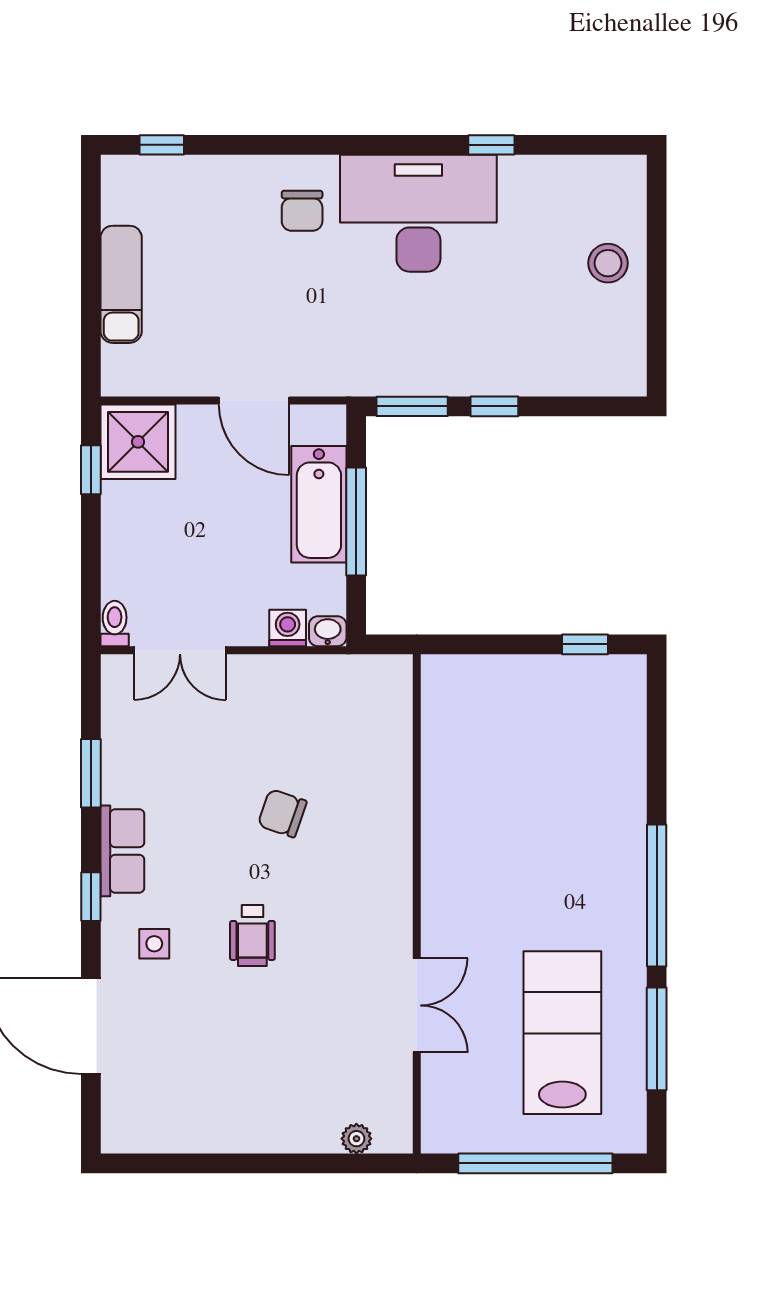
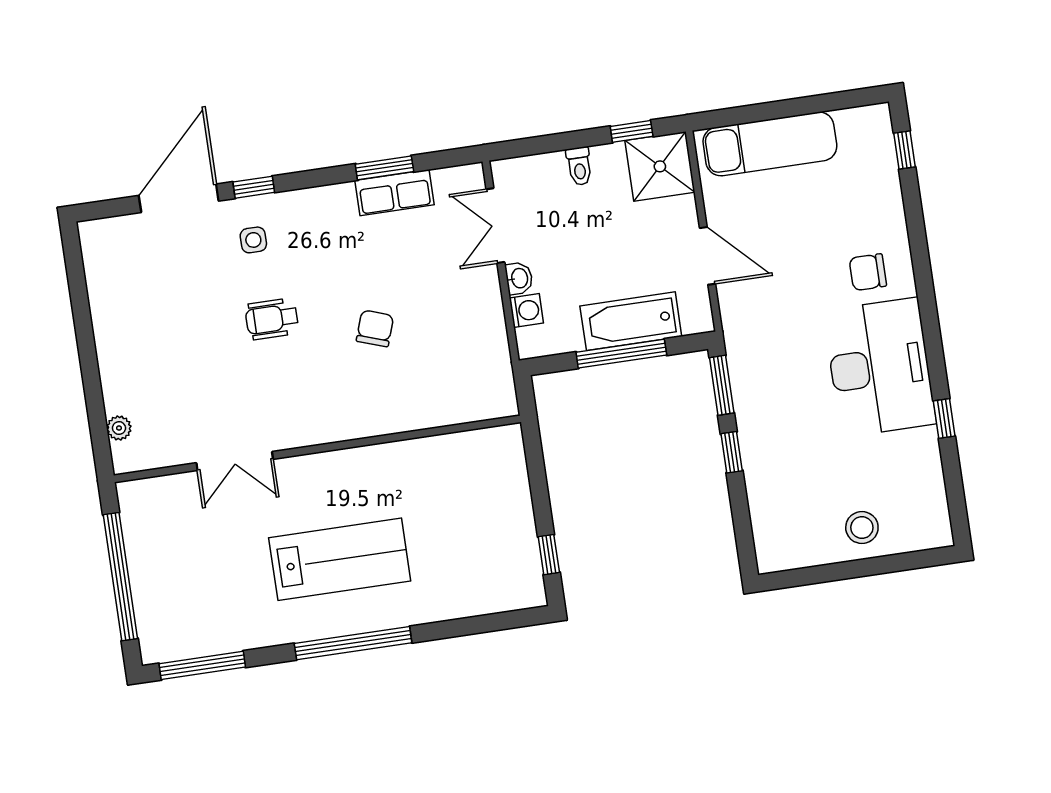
exam couch: (121, 284) -> (770, 144), width x1.36, depth x1.45
door: (254, 401) -> (708, 256), swing flipped
toilet: (115, 624) -> (579, 166), moved, turned 90
washbasin: (328, 631) -> (519, 278), moved
row of seats: (122, 851) -> (395, 193), moved
window: (91, 897) -> (254, 187), moved
lab bench: (562, 1033) -> (340, 559), moved
window: (657, 1039) -> (202, 665), moved

